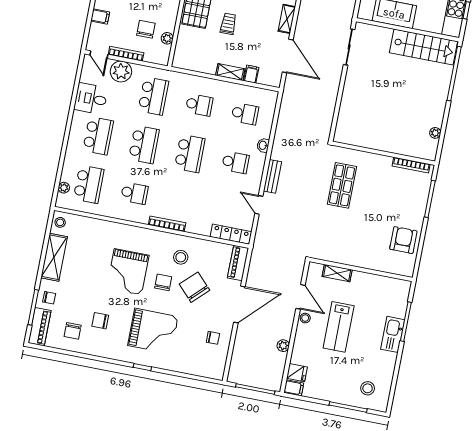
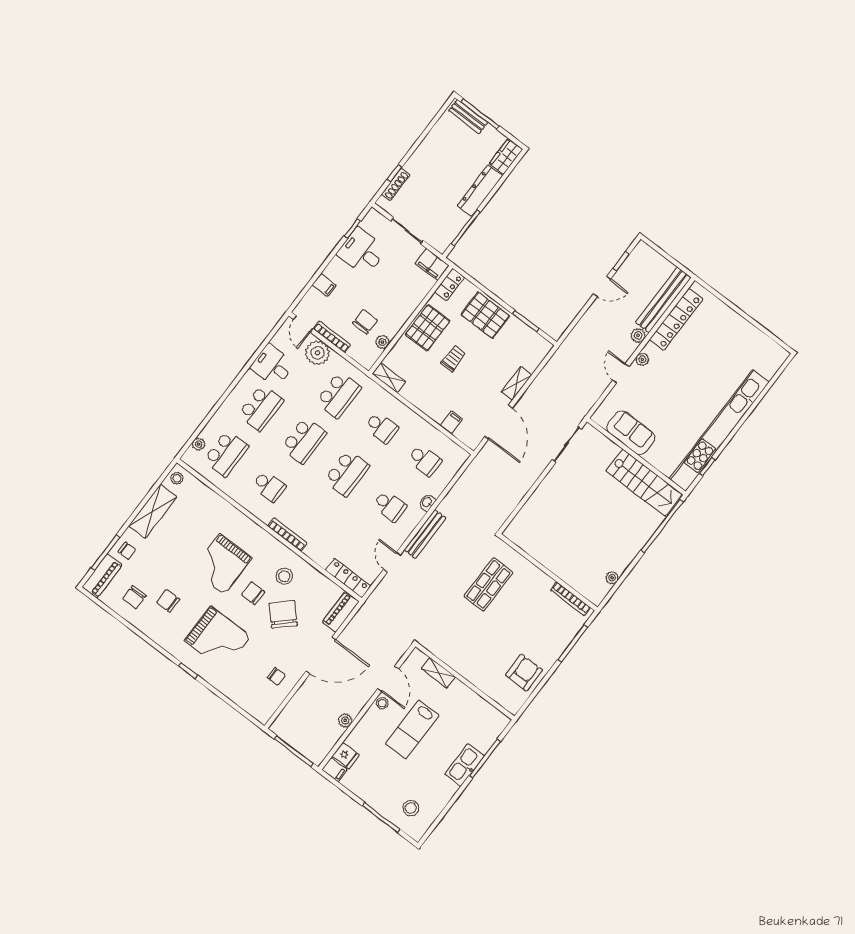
shelving: (230, 72) -> (389, 378), moved
bench: (272, 176) -> (425, 534), width x1.36
chair: (163, 282) -> (253, 593), turned -90

